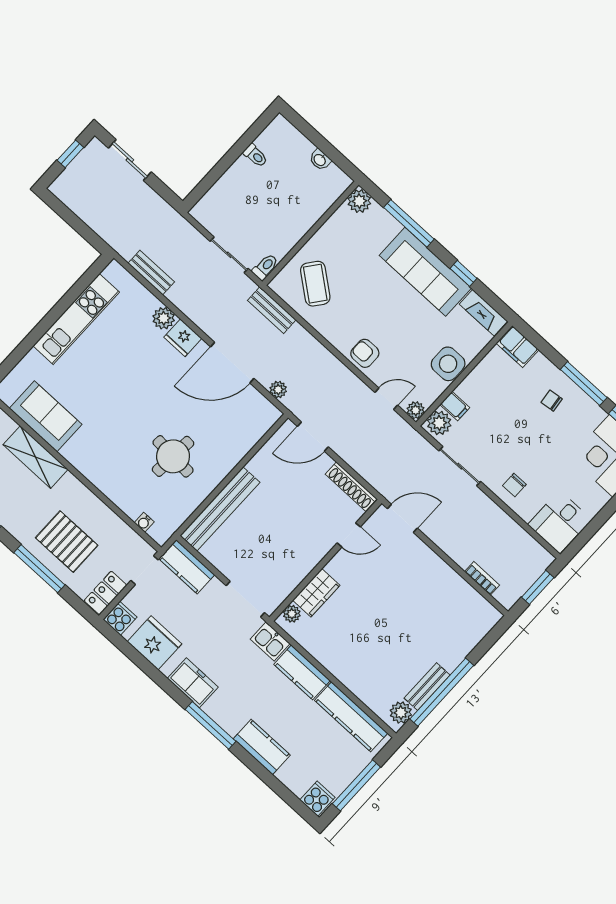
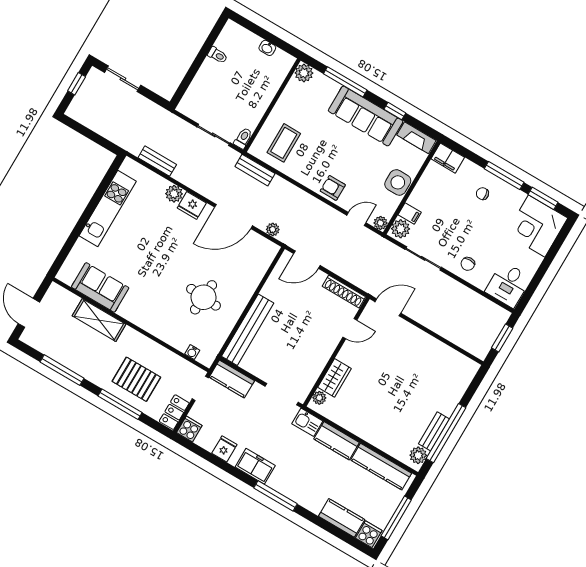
coffee table: (315, 284) -> (284, 143), turned 52
bookcase: (482, 578) -> (458, 340), removed
fridge: (155, 643) -> (224, 449), width x0.53, depth x0.75
kitchen counter: (262, 747) -> (342, 518), moved

